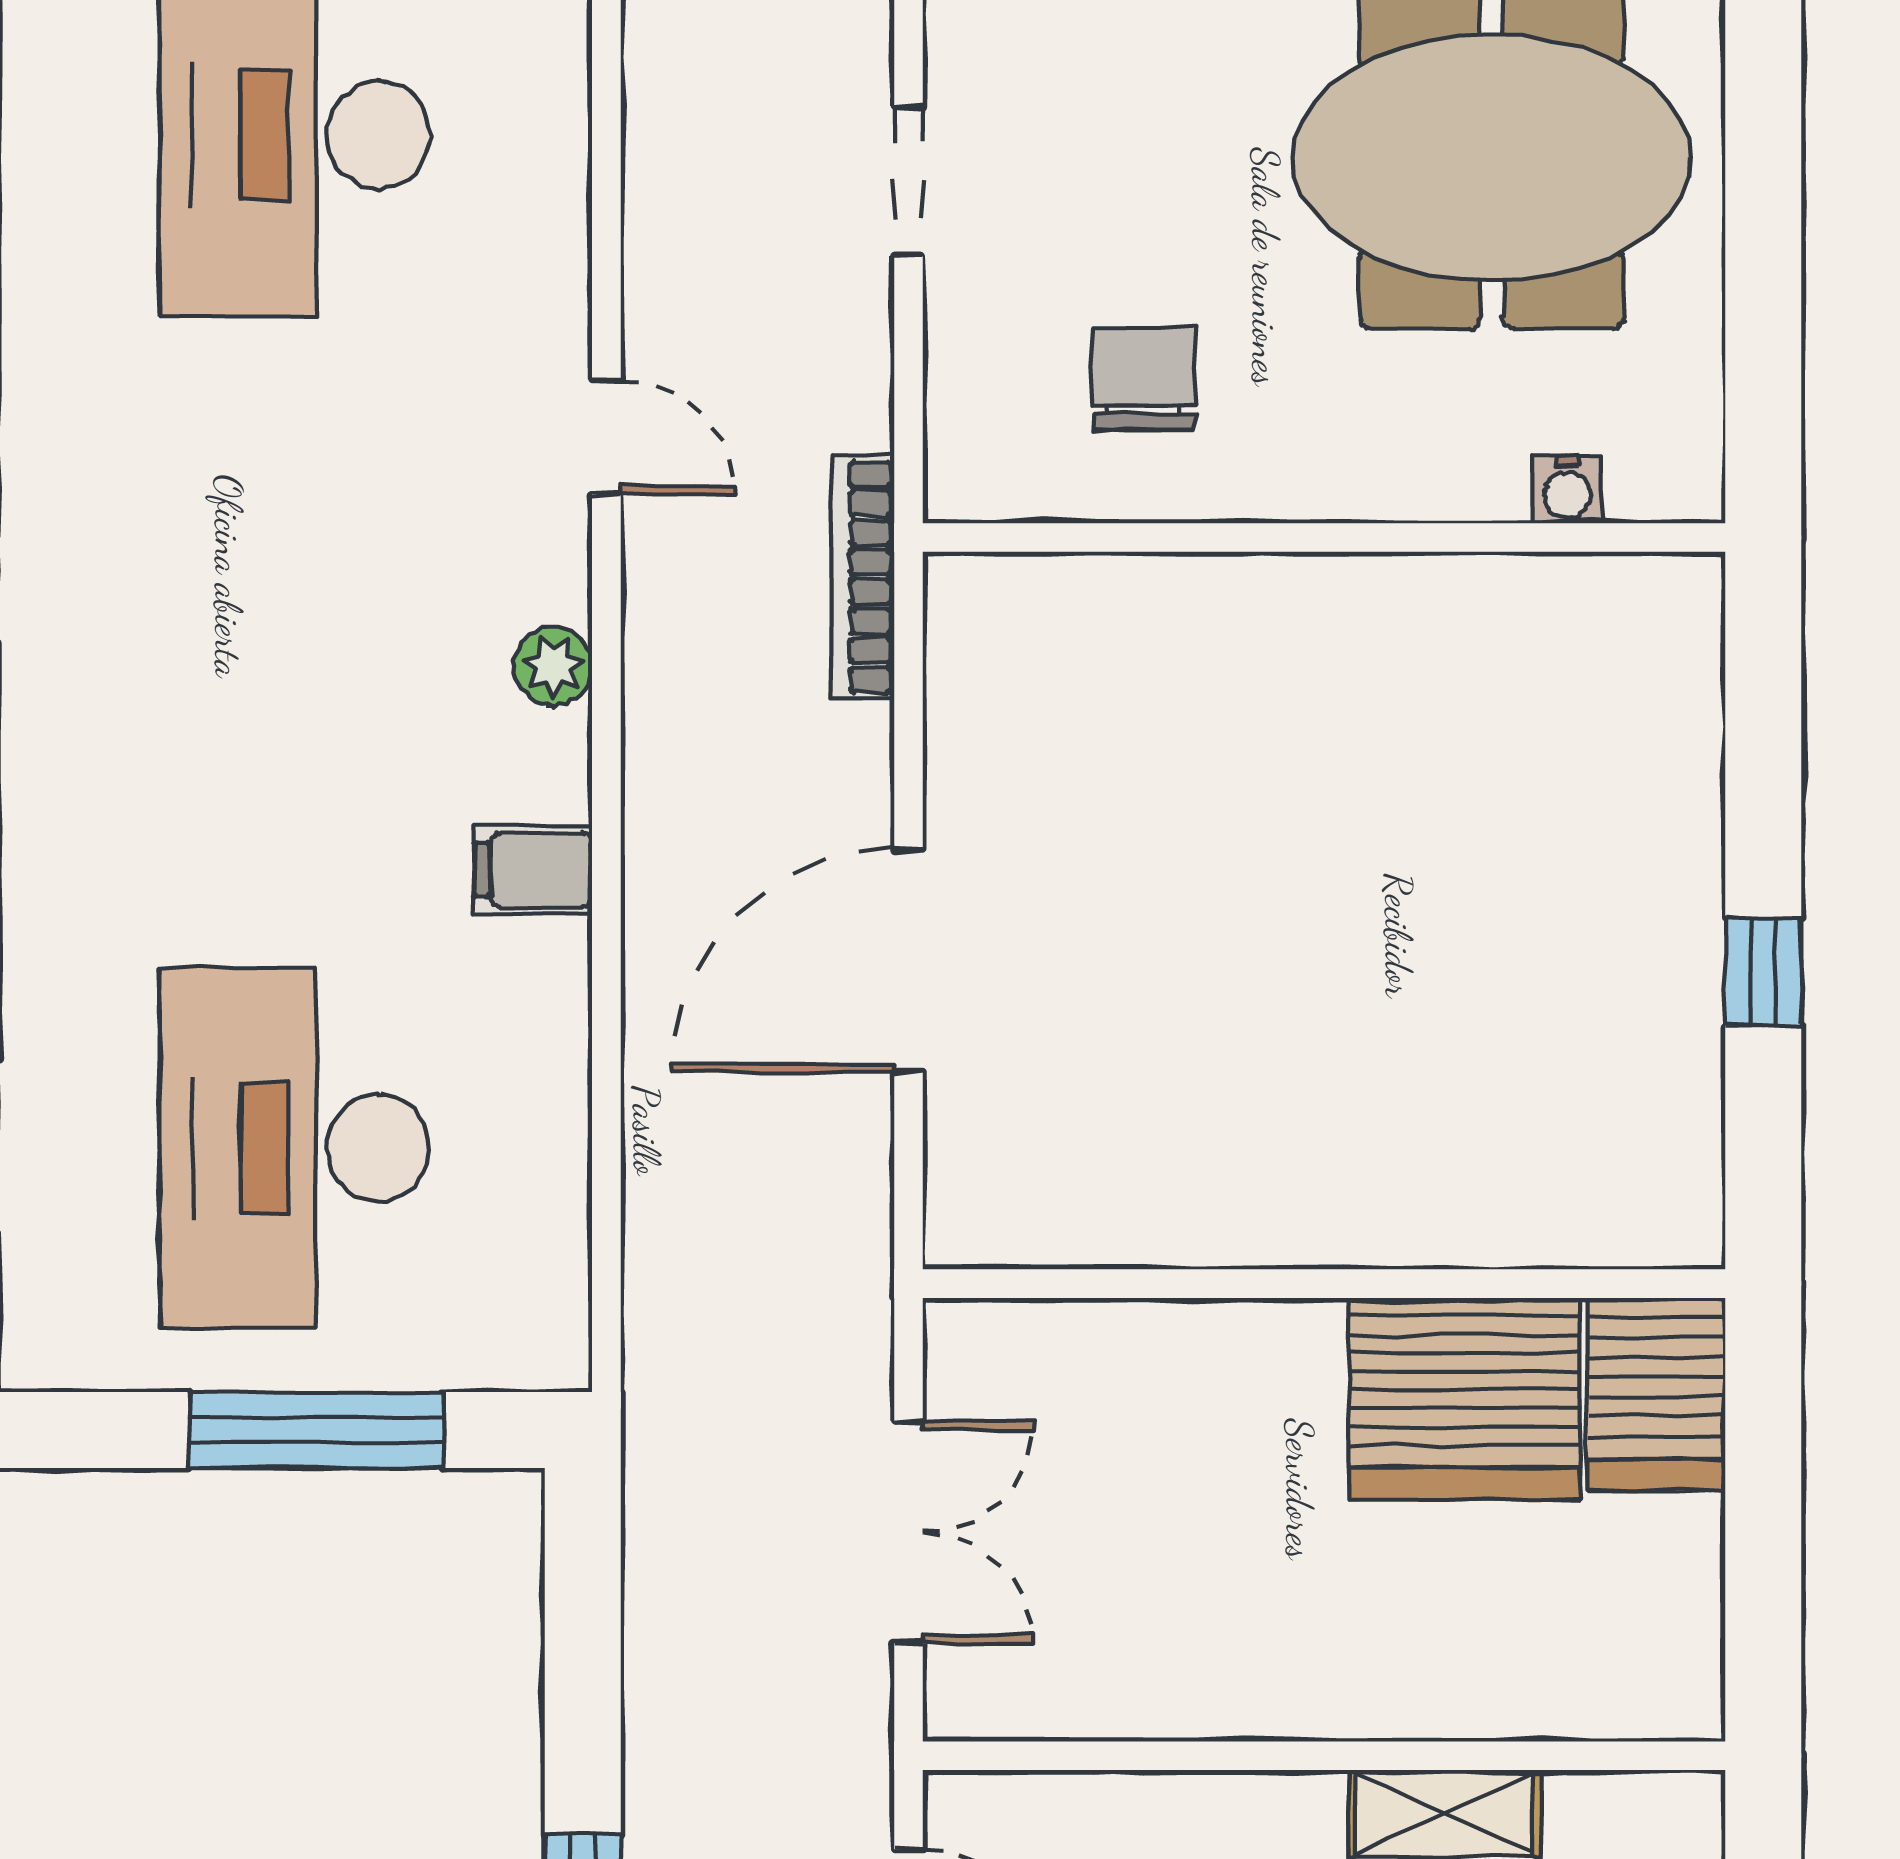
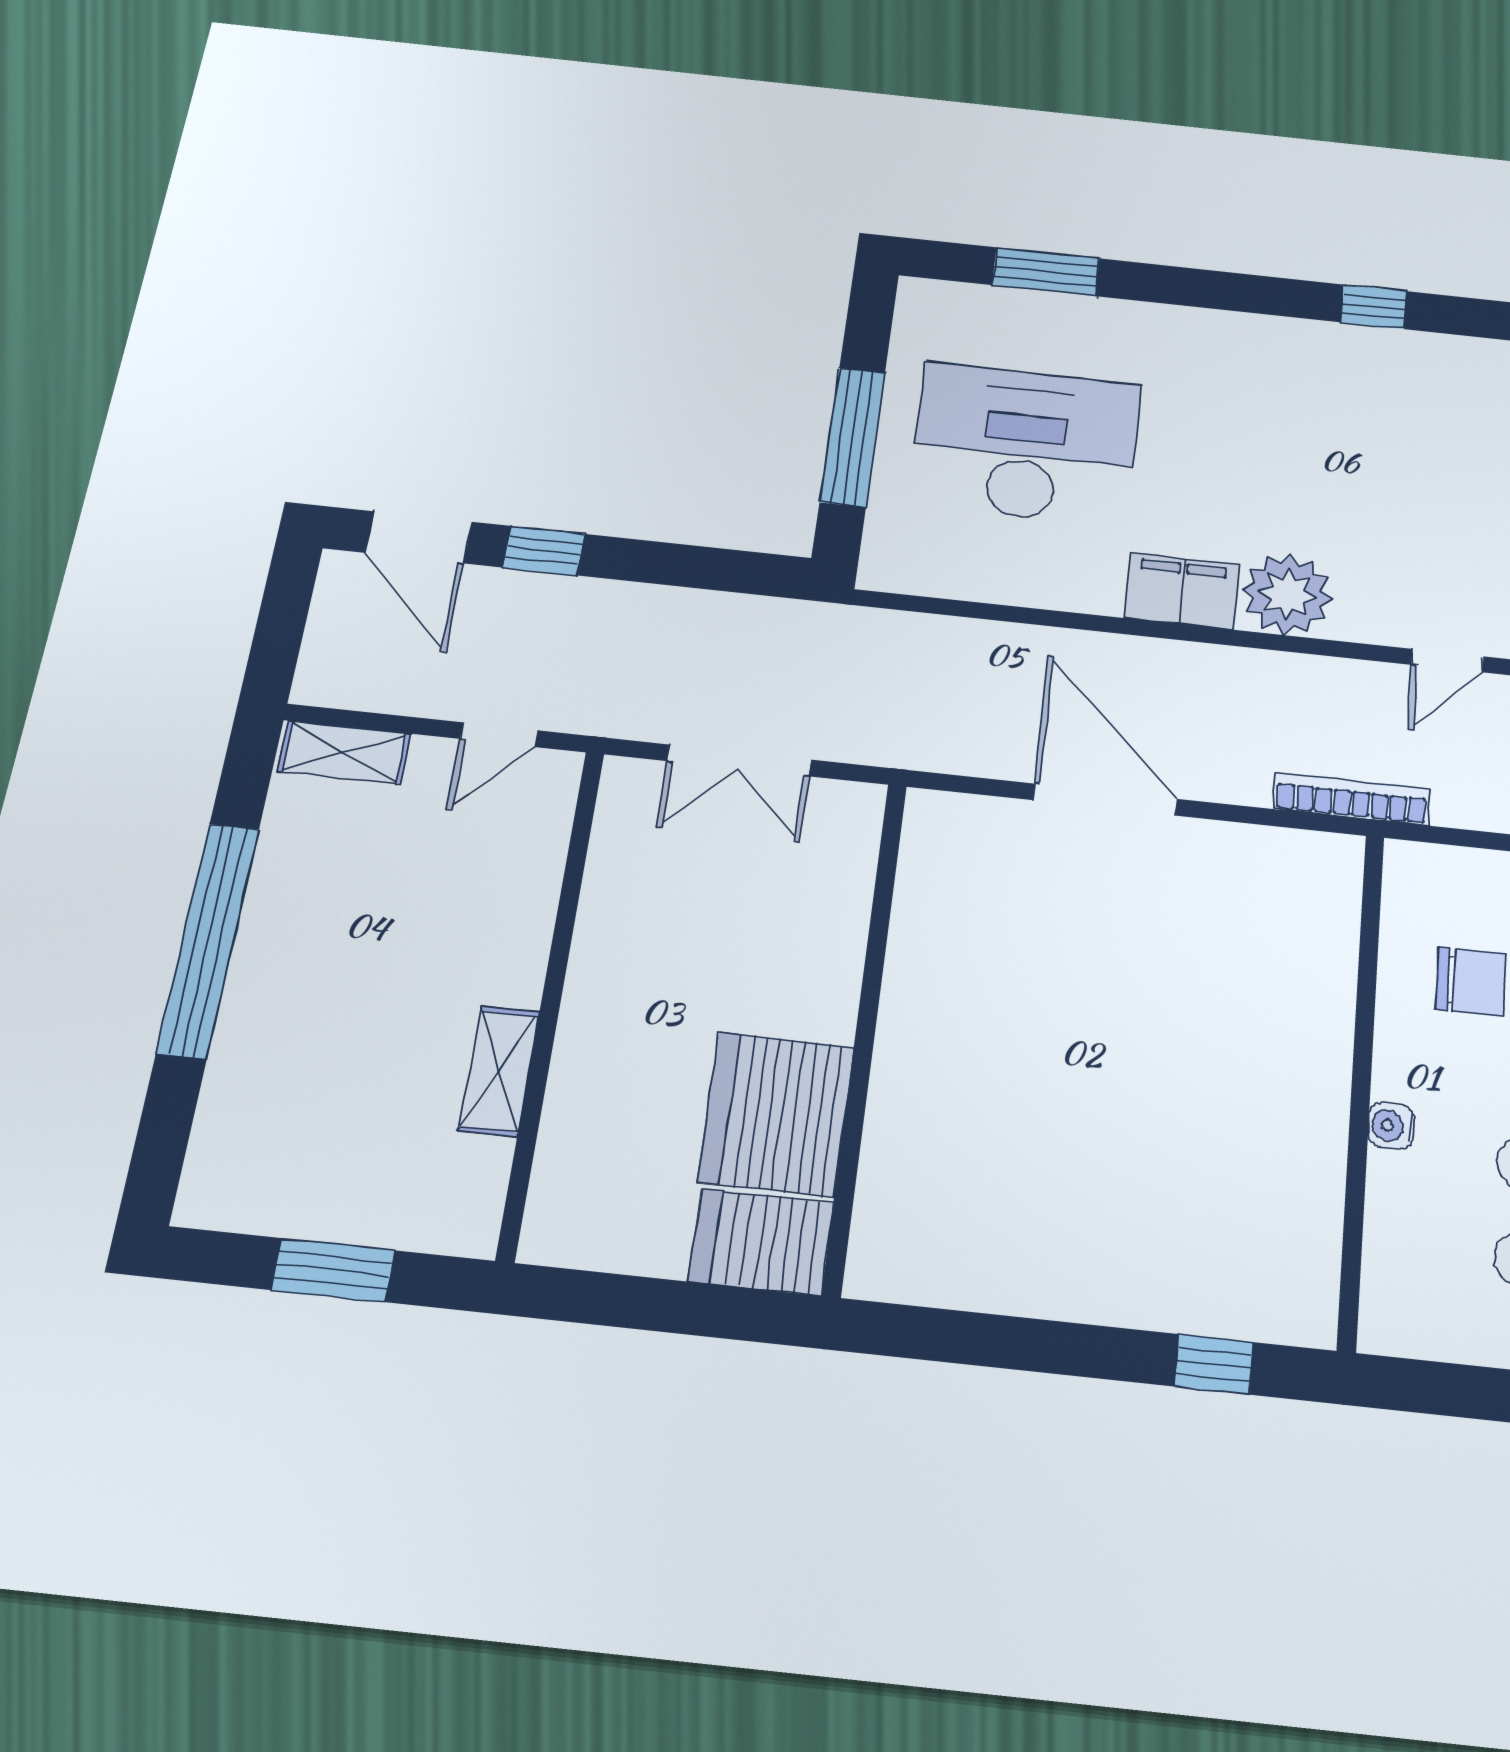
water cooler: (1568, 489) -> (1391, 1126), moved
plant: (553, 666) -> (1287, 594), width x1.88, depth x1.88
filing cabinet: (533, 870) -> (1182, 591), width x2.00
window: (1763, 971) -> (1214, 1364), moved

